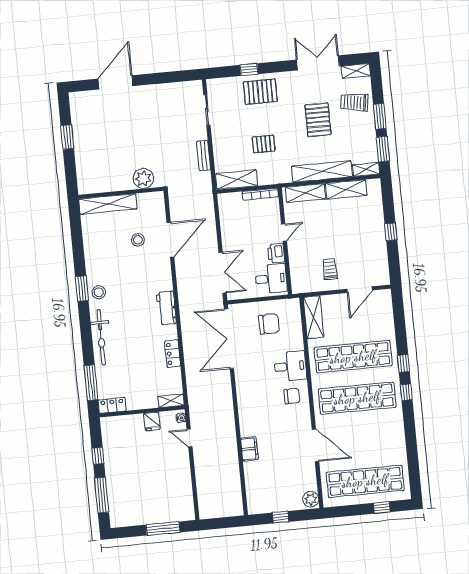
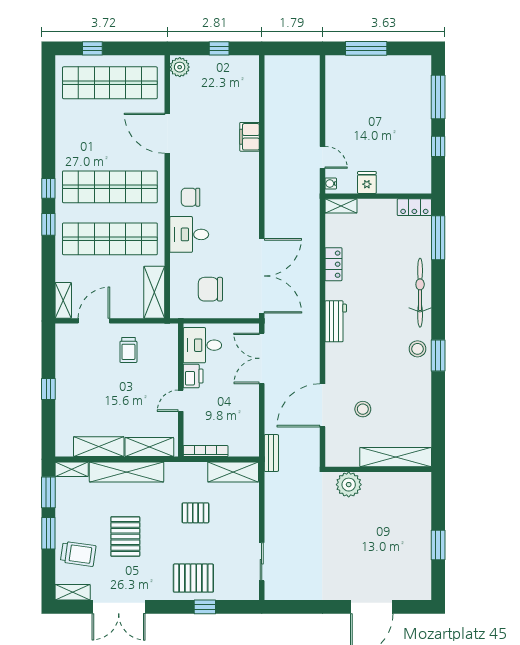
bench: (204, 155) -> (271, 453), moved
shelving: (386, 304) -> (63, 300), added

